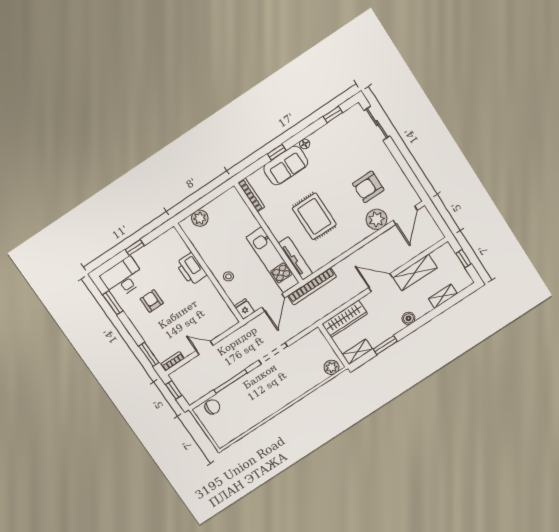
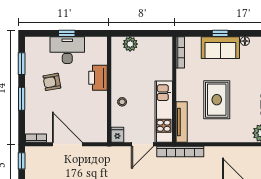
desk: (123, 278) -> (67, 50), moved
armchair: (152, 301) -> (52, 82), turned -100
door: (205, 348) -> (67, 144), width x1.88
window: (149, 354) -> (22, 99), moved

